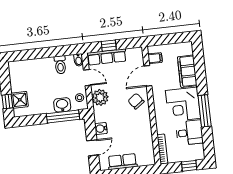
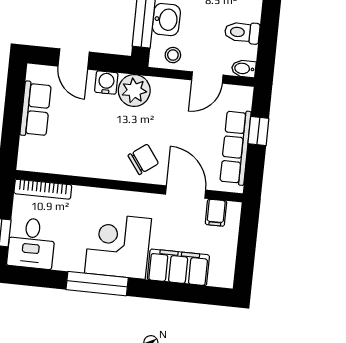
row of seats: (107, 57) -> (235, 147), moved
plant: (100, 97) -> (134, 90), moved
desk: (189, 133) -> (31, 243), moved

